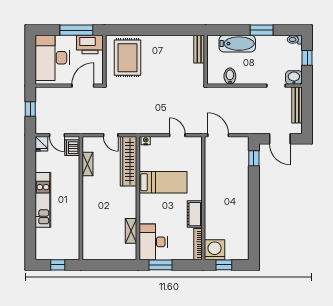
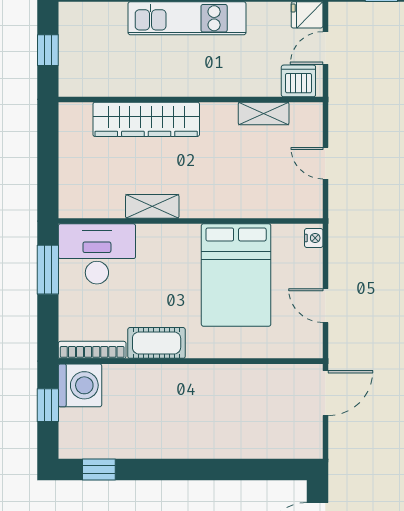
door: (111, 135) -> (325, 163), hinge flipped
door: (177, 135) -> (325, 306), swing flipped
window: (254, 158) -> (99, 470), moved
wardrobe: (128, 161) -> (146, 119), moved, turned 180
bed: (163, 182) -> (236, 275), width x1.50
shelving: (131, 231) -> (152, 206), moved

